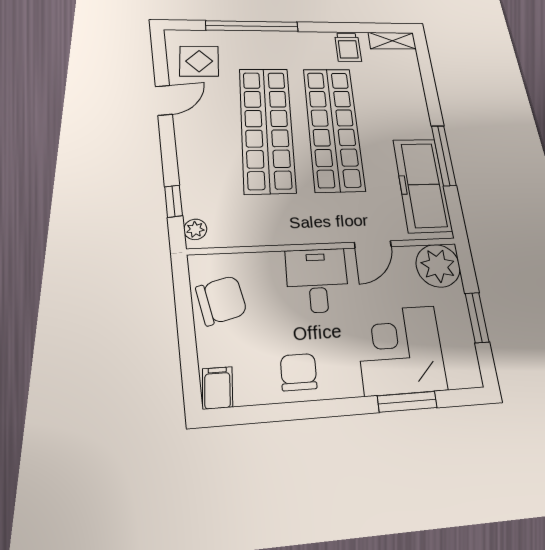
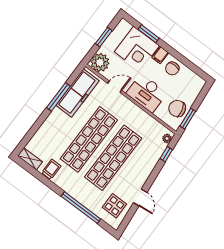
door: (164, 100) -> (140, 197), swing flipped
desk: (317, 280) -> (147, 93), width x1.37
window: (183, 298) -> (188, 119), added
filing cabinet: (217, 388) -> (160, 55), moved

